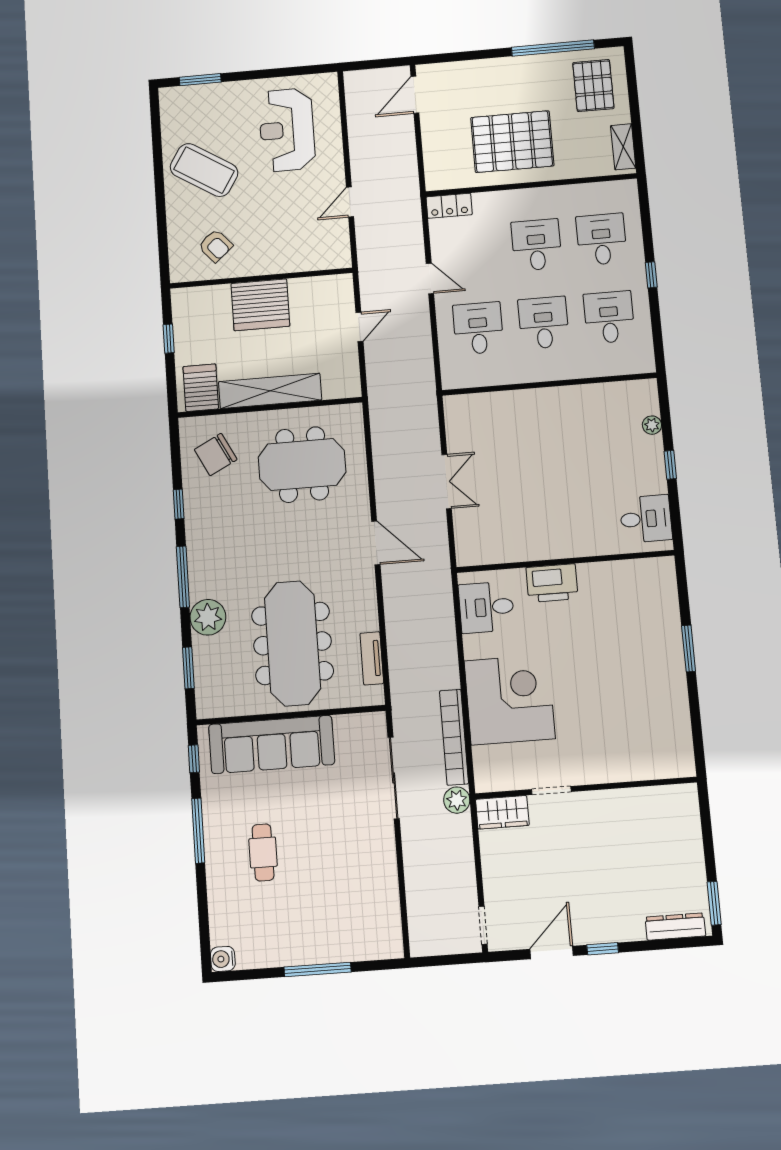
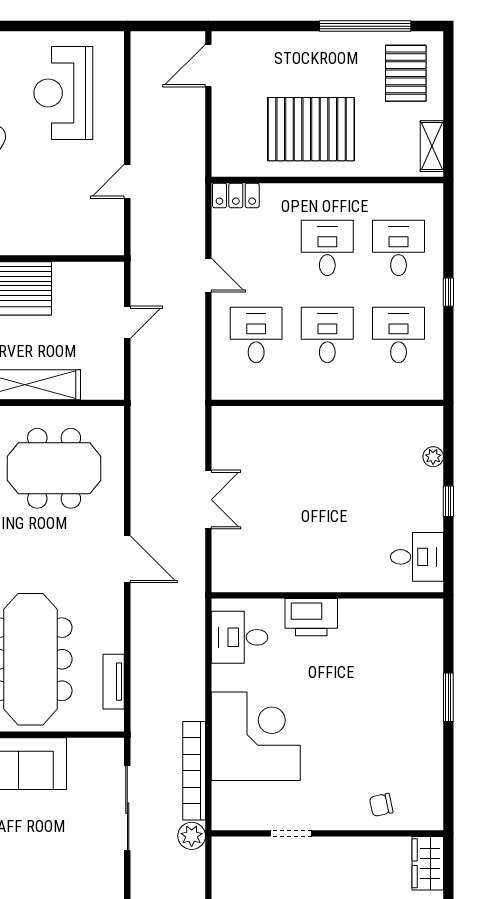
chair: (635, 756) -> (381, 805), added
wardrobe: (502, 812) -> (428, 863), moved, turned 90

